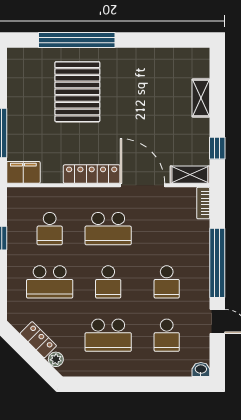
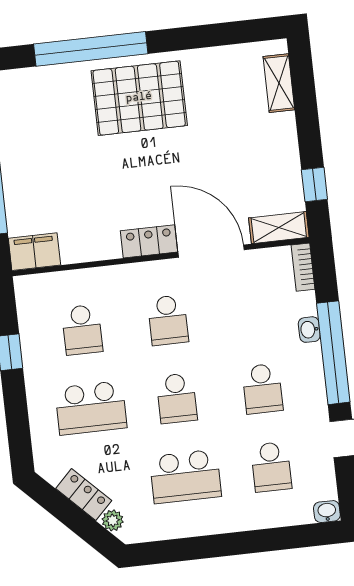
pallet: (77, 92) -> (139, 98), moved, turned 90
shelving: (201, 98) -> (279, 83), moved
locker: (92, 174) -> (149, 241), width x0.66
school desk: (108, 229) -> (168, 320), width x0.54
washbasin: (203, 246) -> (309, 330), added

